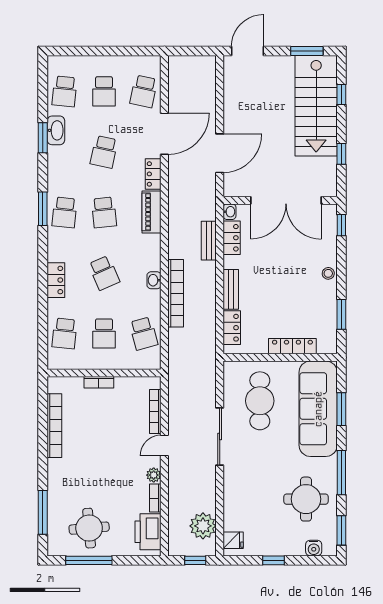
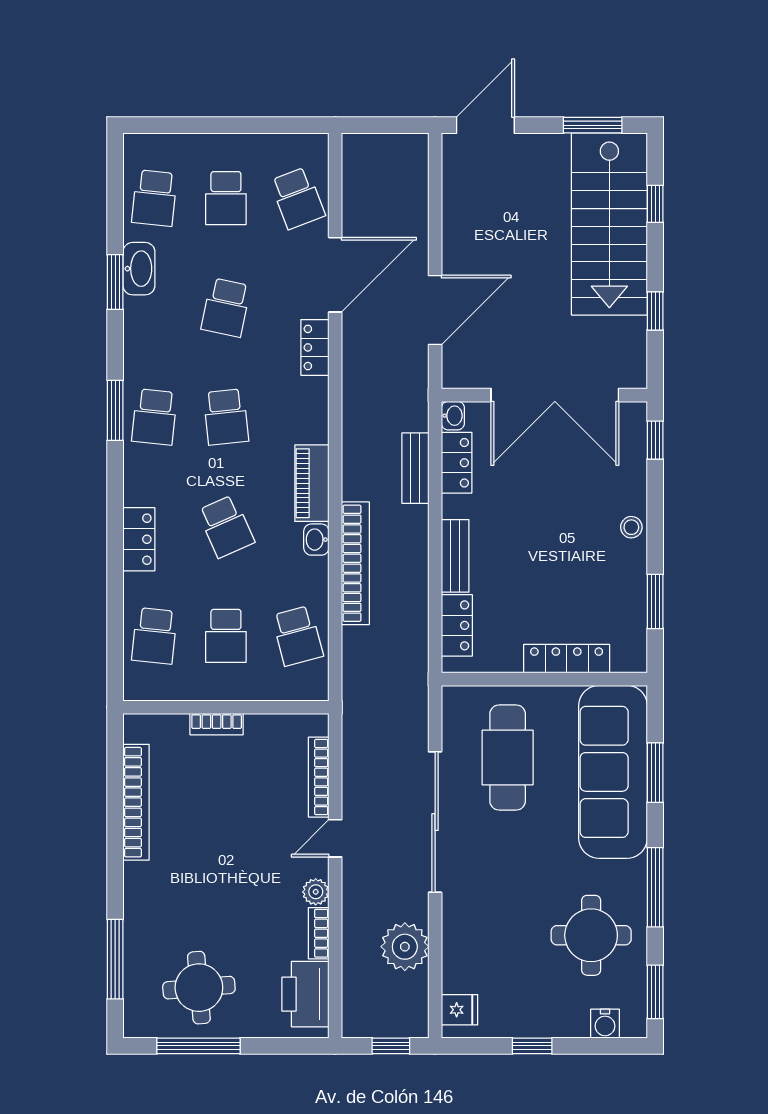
school desk: (144, 91) -> (297, 198), turned -33
piano: (152, 212) -> (312, 483), moved
sliding door: (220, 436) -> (435, 822), width x1.36
plant: (203, 526) -> (405, 947), moved

